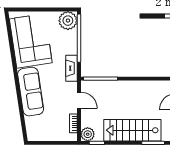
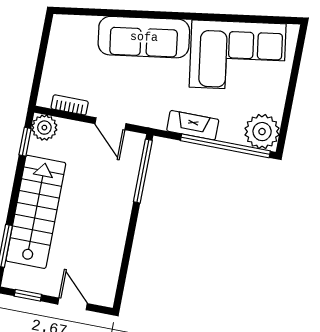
fireplace: (72, 68) -> (193, 125), moved
door: (79, 100) -> (111, 124), hinge flipped

